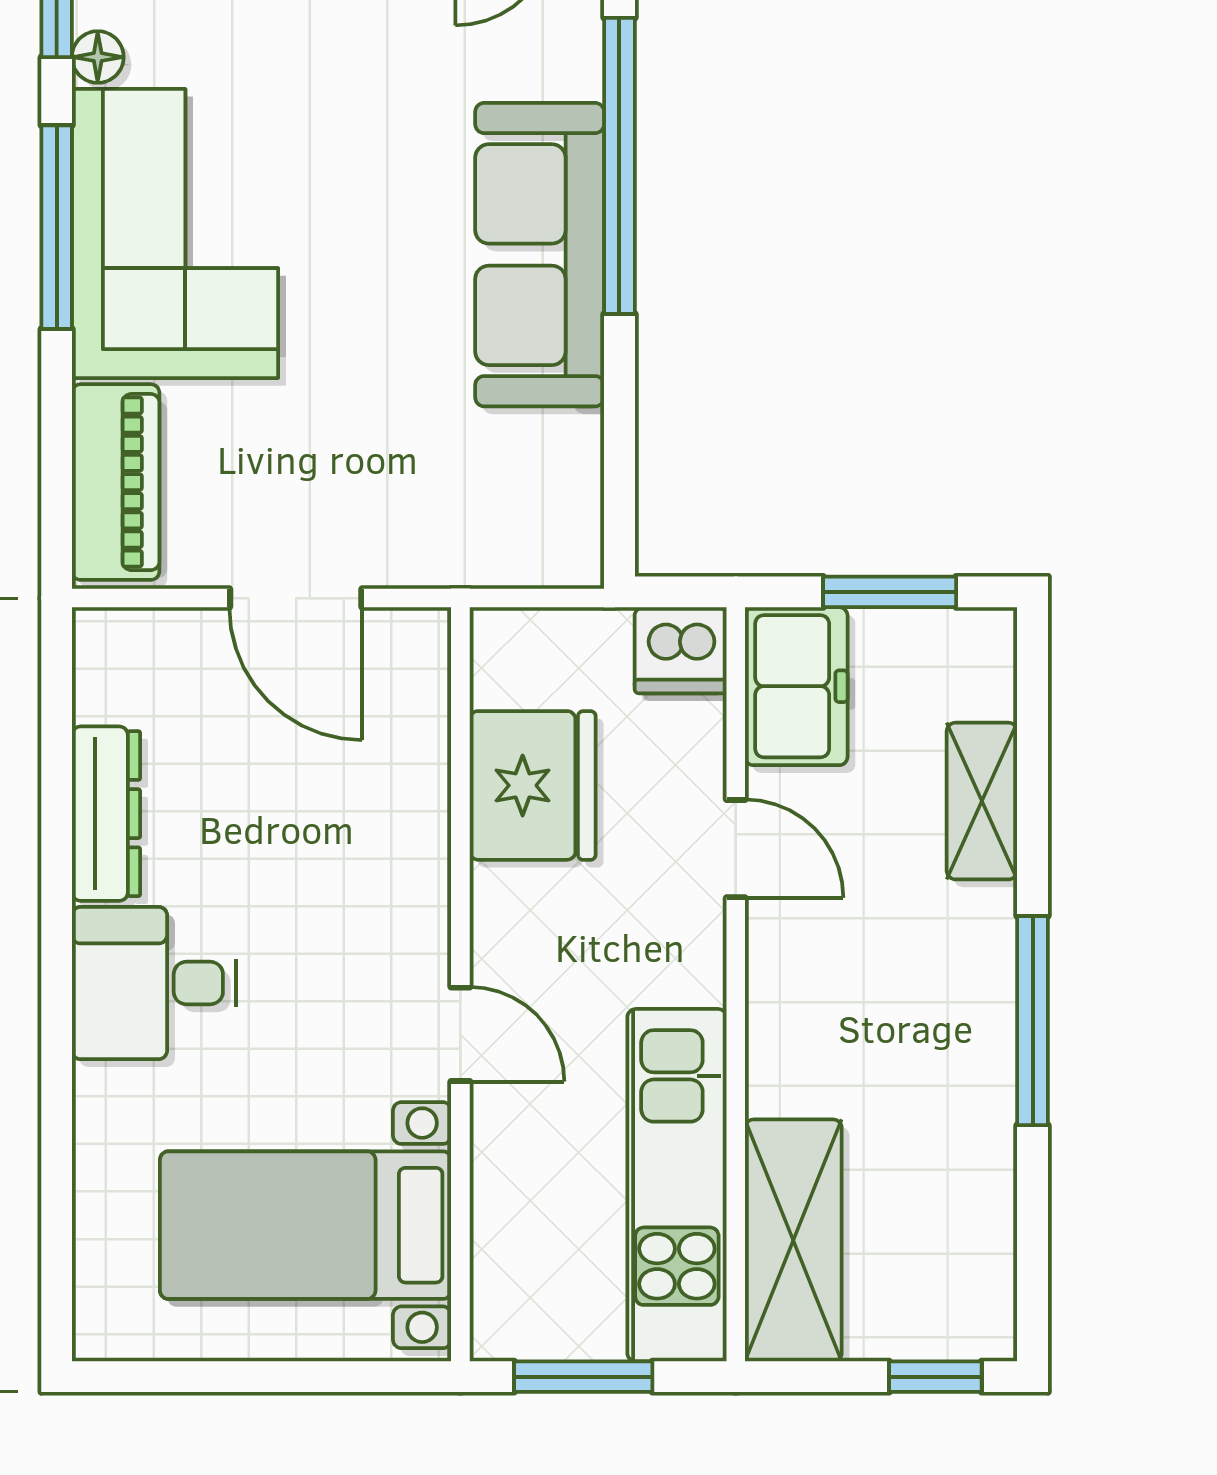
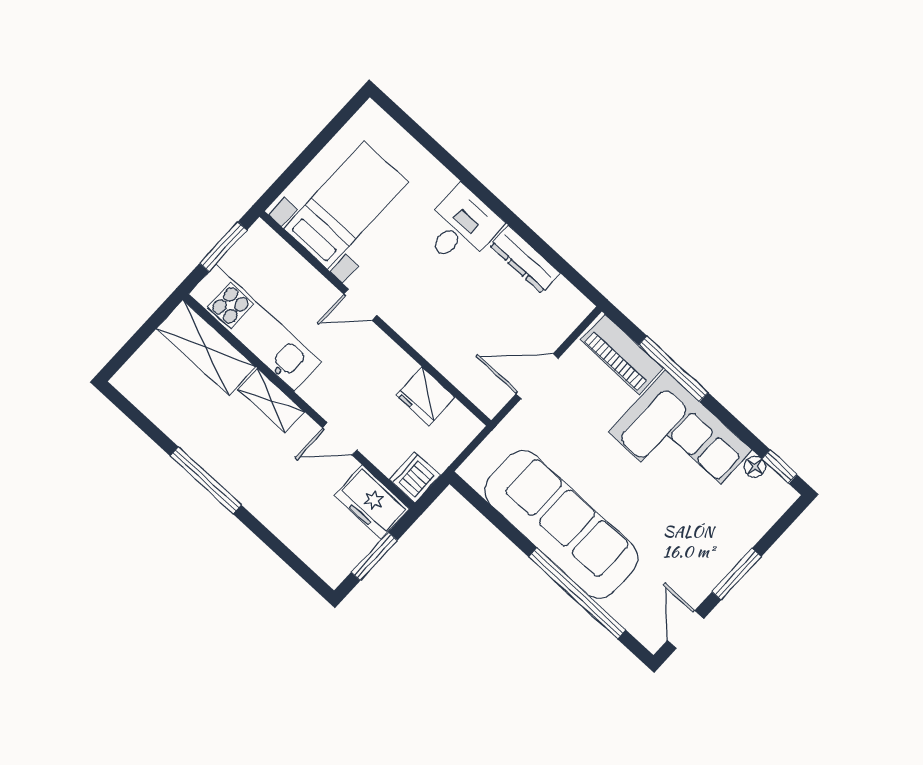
window: (57, 227) -> (673, 369), moved
sofa: (540, 255) -> (561, 524), width x1.36, depth x1.27
fridge: (533, 785) -> (425, 396), width x0.73, depth x0.75
shelving: (982, 801) -> (271, 401), moved
window: (935, 1377) -> (126, 353), removed

